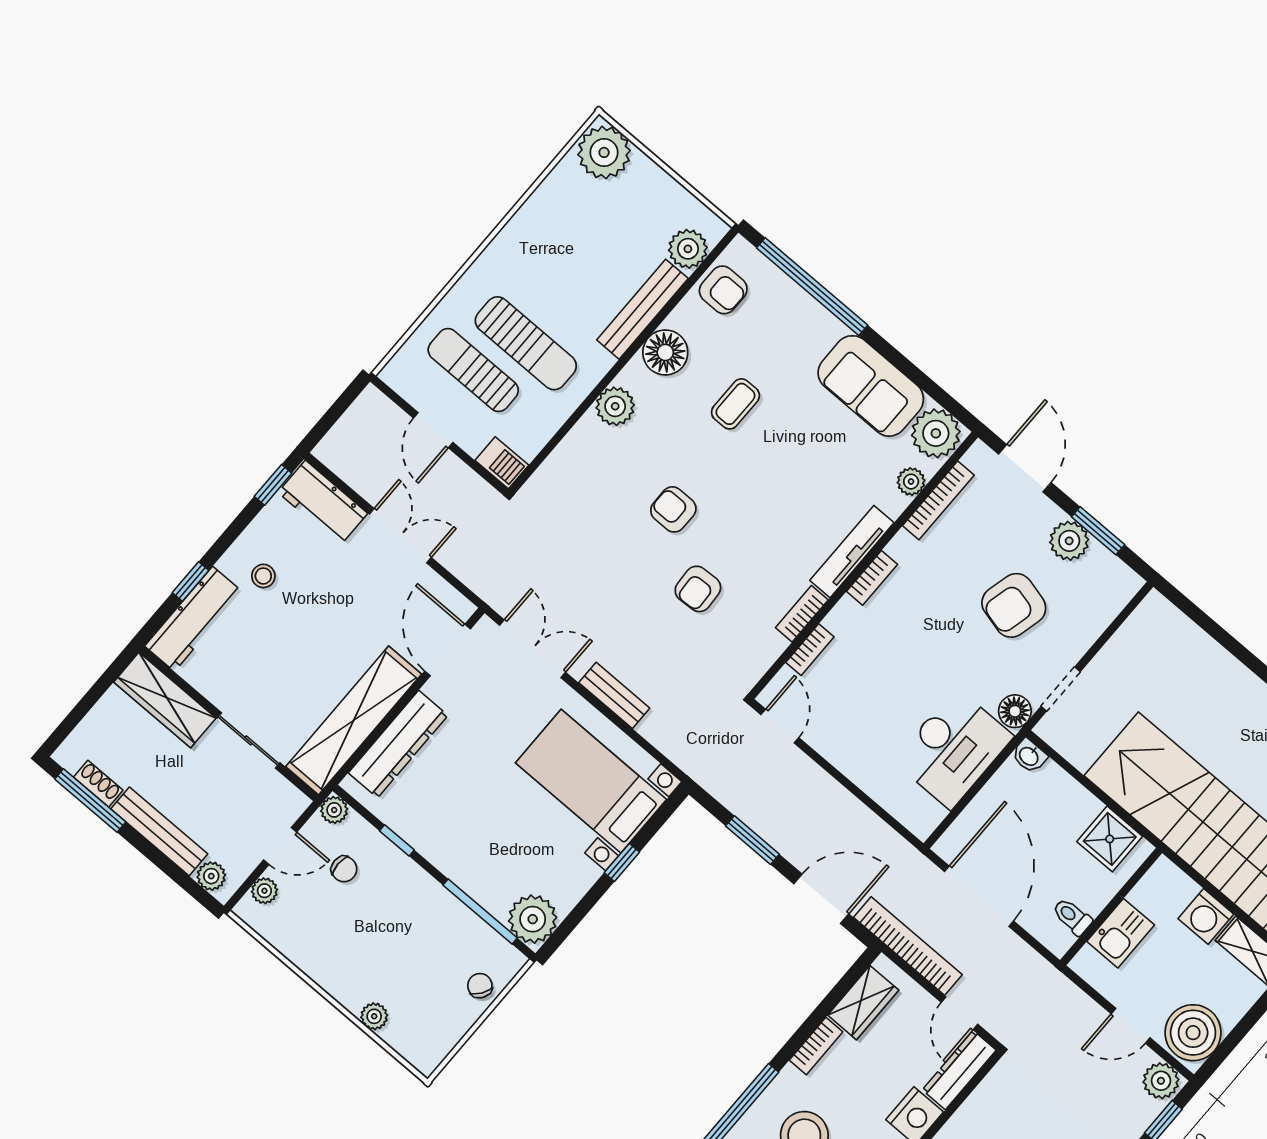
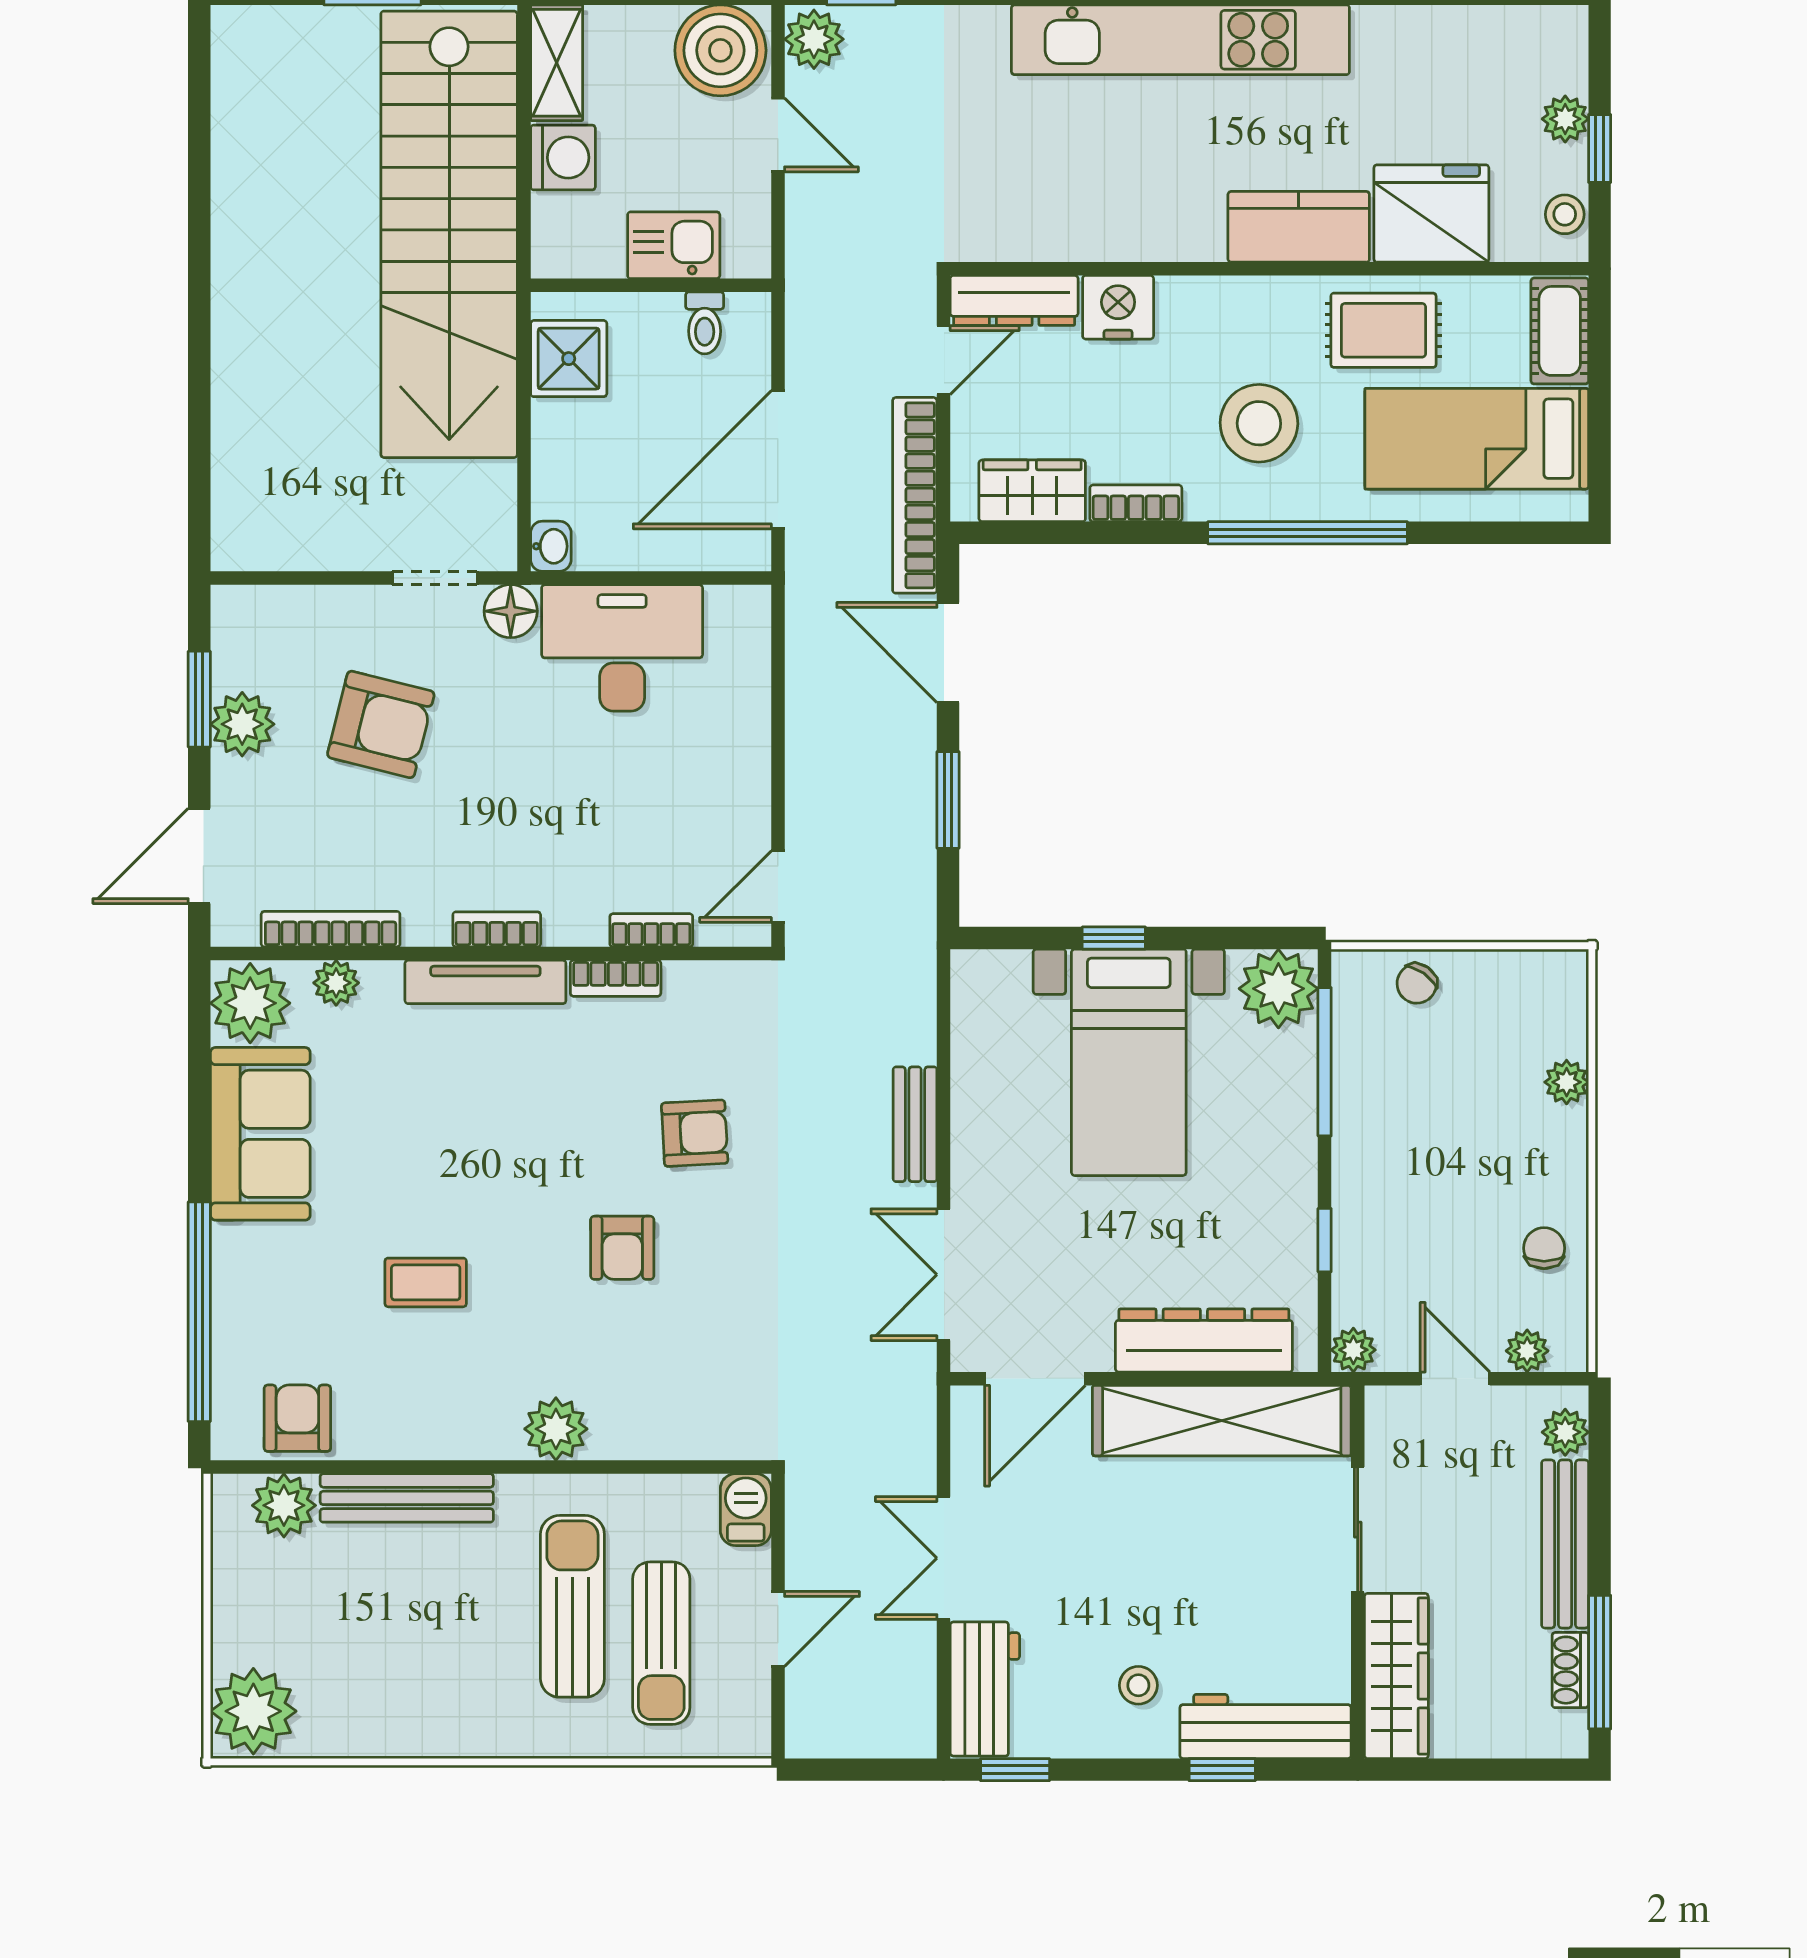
floor lamp: (665, 352) -> (436, 1424), removed
bed with nightstands: (591, 781) -> (1129, 1062), moved
chair: (344, 869) -> (1544, 1248), moved

